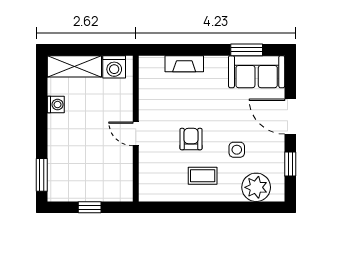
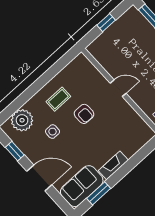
fireplace: (184, 64) -> (113, 165), moved

